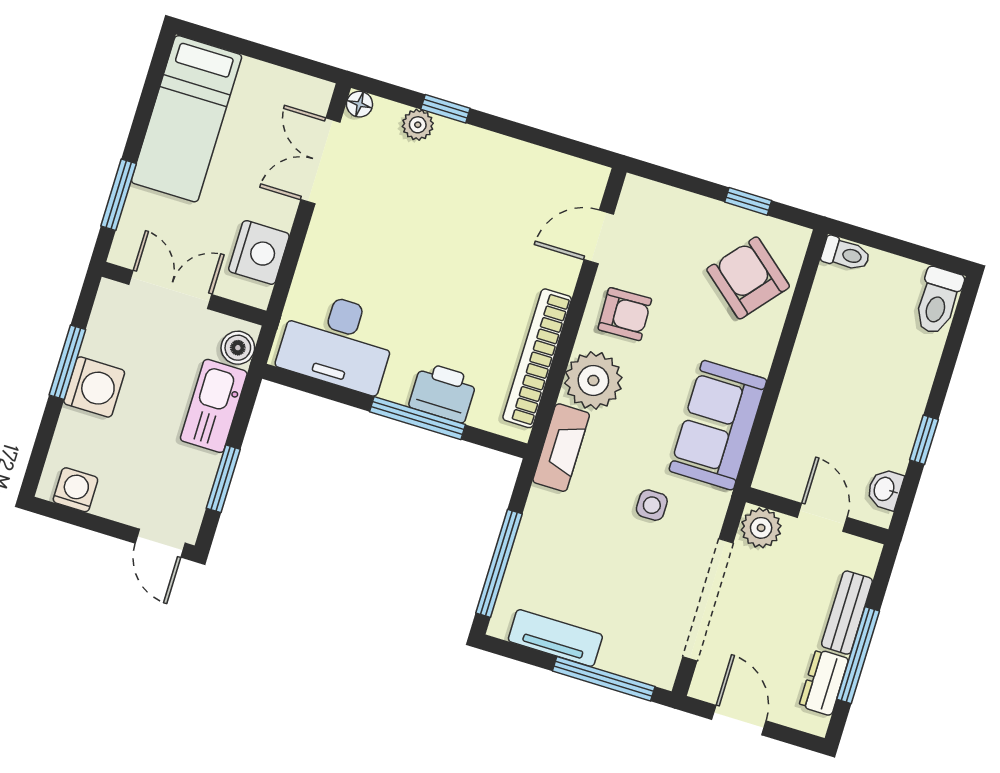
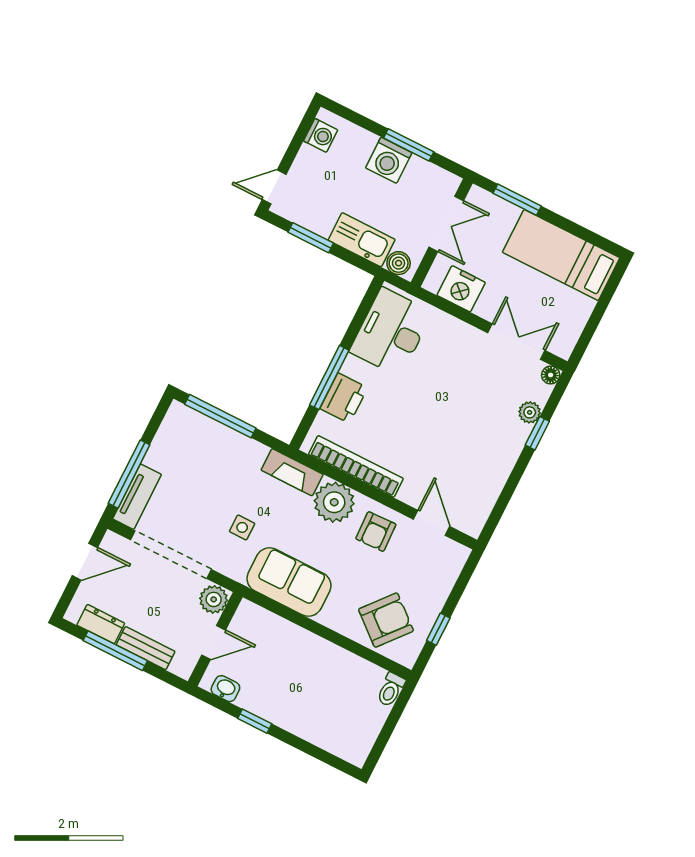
toilet: (938, 301) -> (348, 747), removed
tv unit: (555, 638) -> (137, 497), moved

